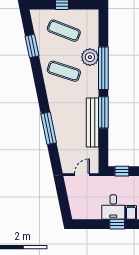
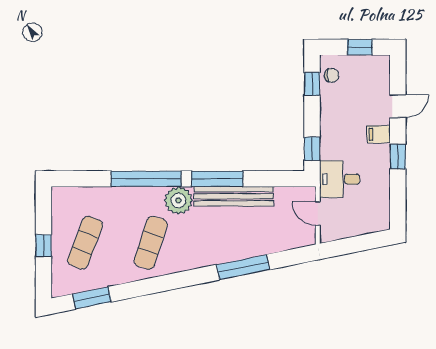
window: (32, 46) -> (92, 298), moved
plant: (90, 57) -> (178, 200), moved
desk: (113, 207) -> (340, 179), moved, turned 180

